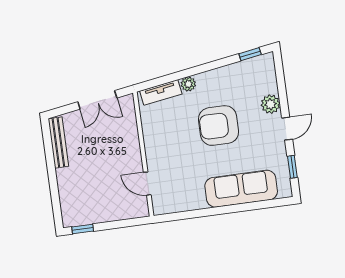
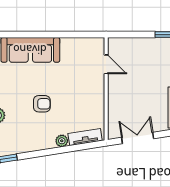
armchair: (218, 126) -> (42, 104), width x0.53, depth x0.53

